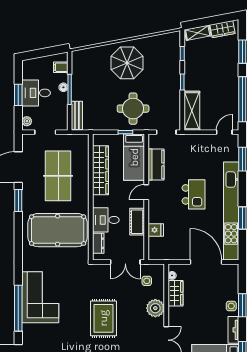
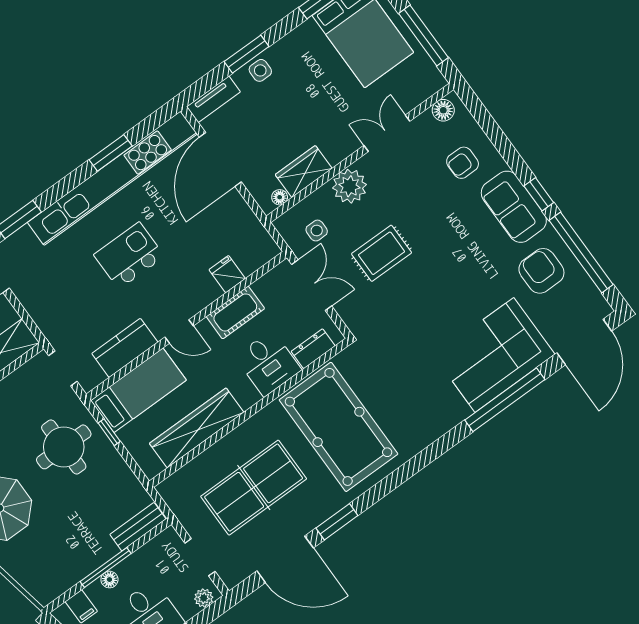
corner sofa: (40, 297) -> (494, 355), moved
rug: (103, 318) -> (382, 253), moved, width x0.73, depth x0.70
tv unit: (233, 330) -> (213, 99), moved

